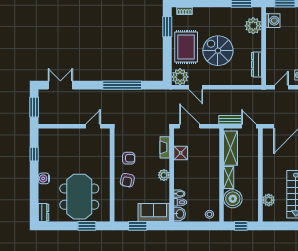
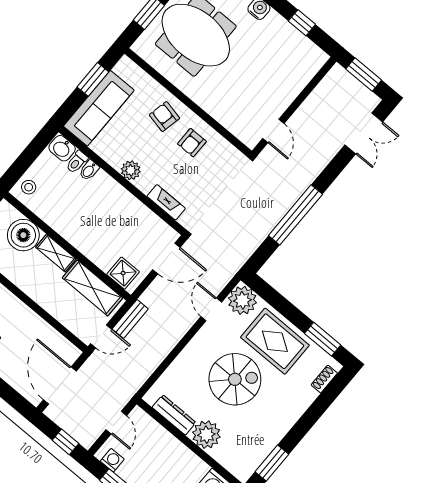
plant: (253, 26) -> (206, 435), moved
door: (196, 87) -> (211, 309), hinge flipped
shower: (181, 153) -> (123, 273), moved
sofa: (154, 212) -> (99, 108), width x1.36

